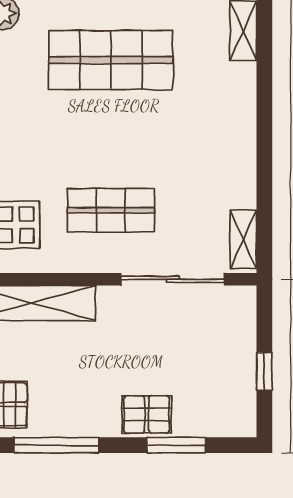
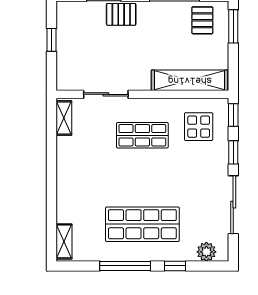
sliding door: (173, 279) -> (106, 94), width x0.73

